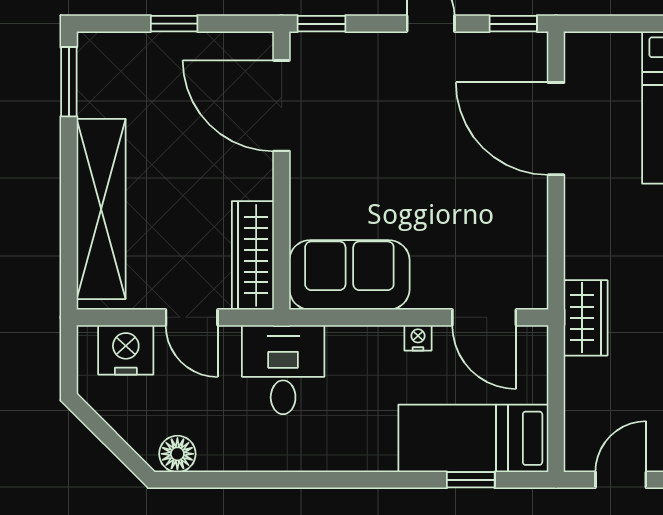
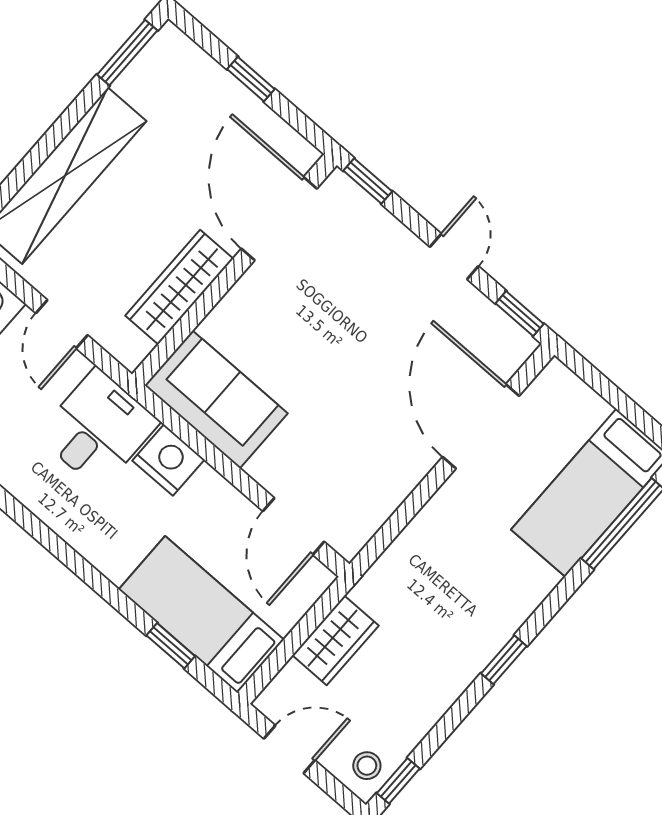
wardrobe: (253, 255) -> (179, 287), moved
wardrobe: (586, 318) -> (335, 640), moved
nightstand: (418, 338) -> (168, 460), moved, width x1.89, depth x1.79

